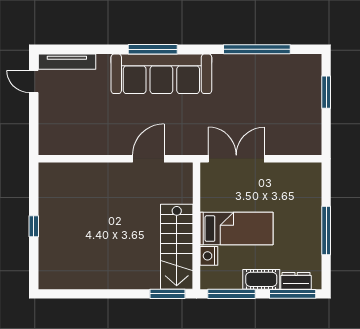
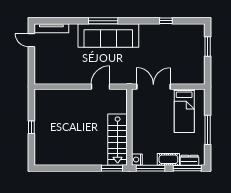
window: (257, 49) -> (166, 21), width x0.32
bed: (236, 229) -> (184, 111), moved, turned 90
nightstand: (209, 256) -> (137, 160), moved

